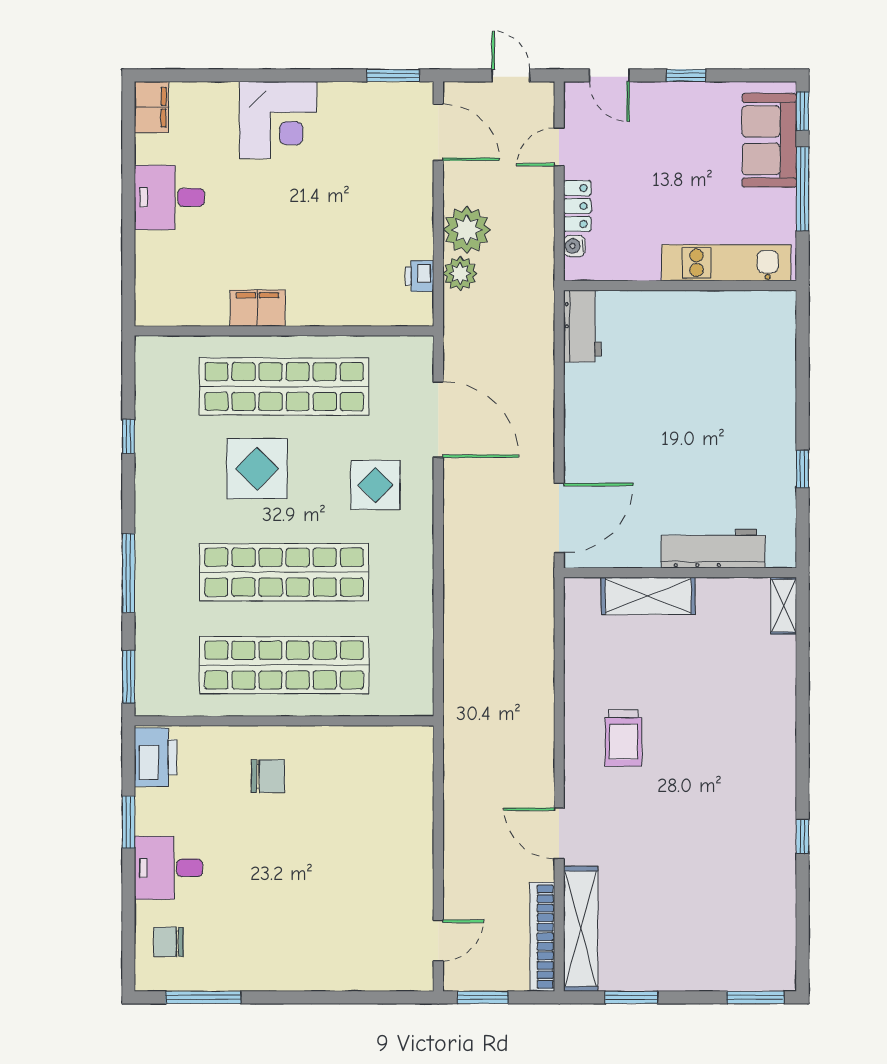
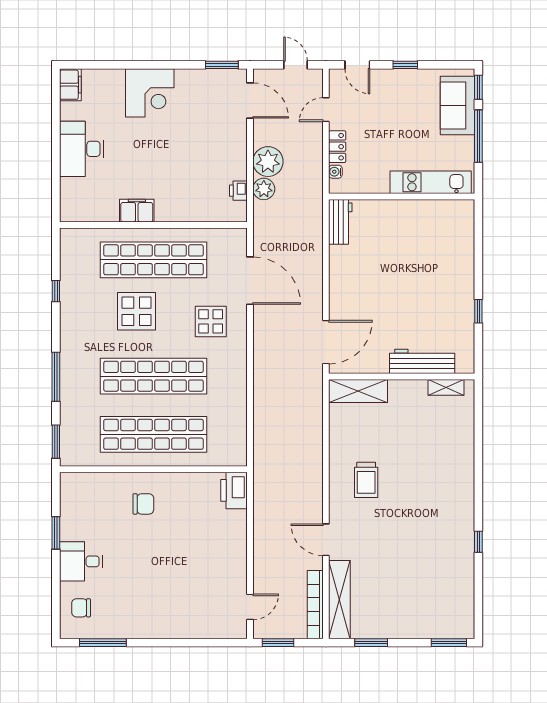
desk: (169, 197) -> (82, 149), width x1.37
shelving: (648, 596) -> (358, 391), moved
shelving: (784, 606) -> (446, 387), moved, turned 90
printer: (156, 757) -> (234, 490), moved, turned 180

